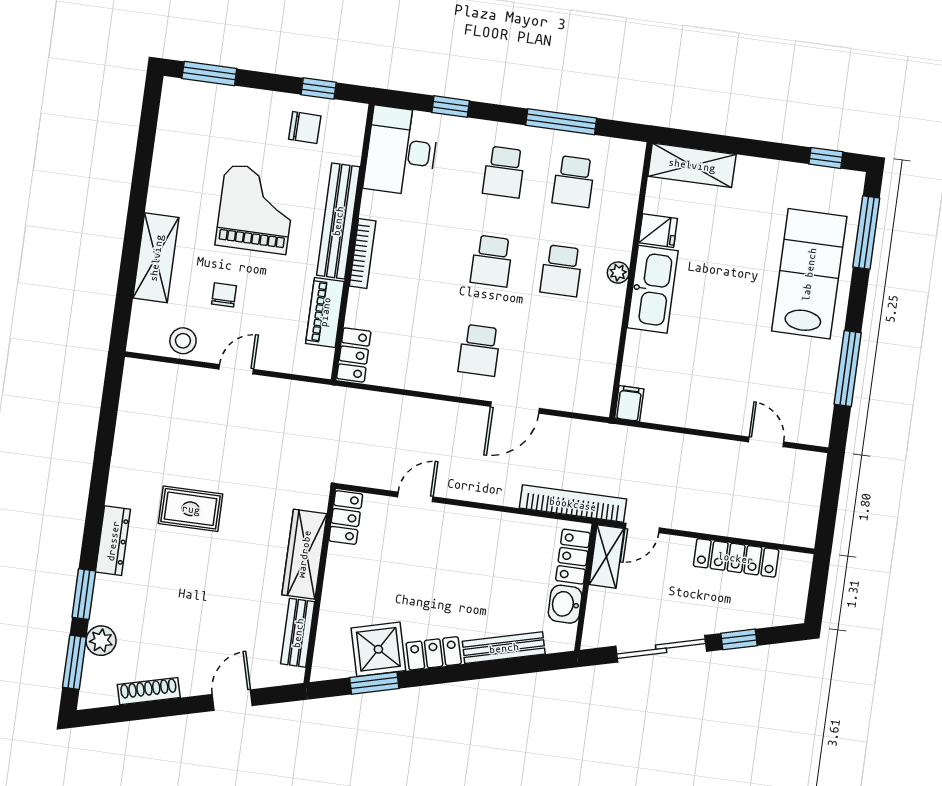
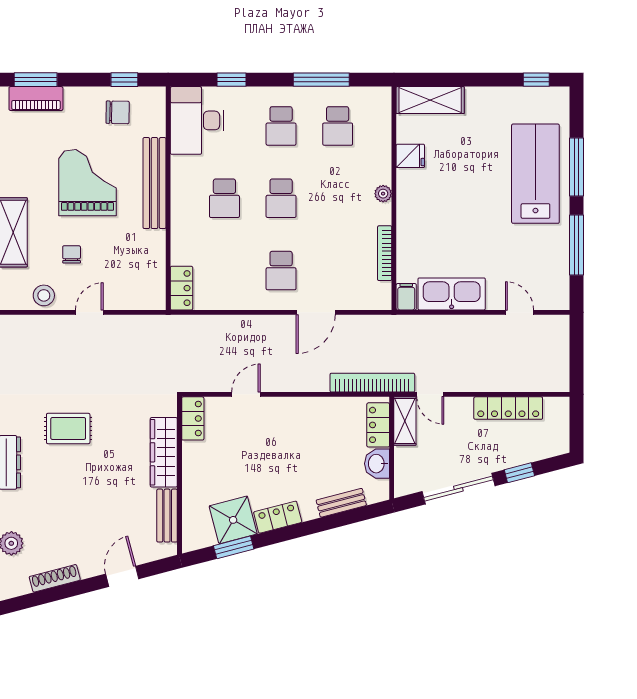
window: (866, 232) -> (576, 167), moved
bookcase: (363, 254) -> (385, 253), moved, turned 180
school desk: (561, 271) -> (224, 198), moved
kitchen sink: (653, 289) -> (452, 294), moved, turned -90
piano: (325, 312) -> (36, 99), moved, turned -90
door: (642, 528) -> (430, 394), hinge flipped
bench: (504, 648) -> (341, 503), width x0.73

